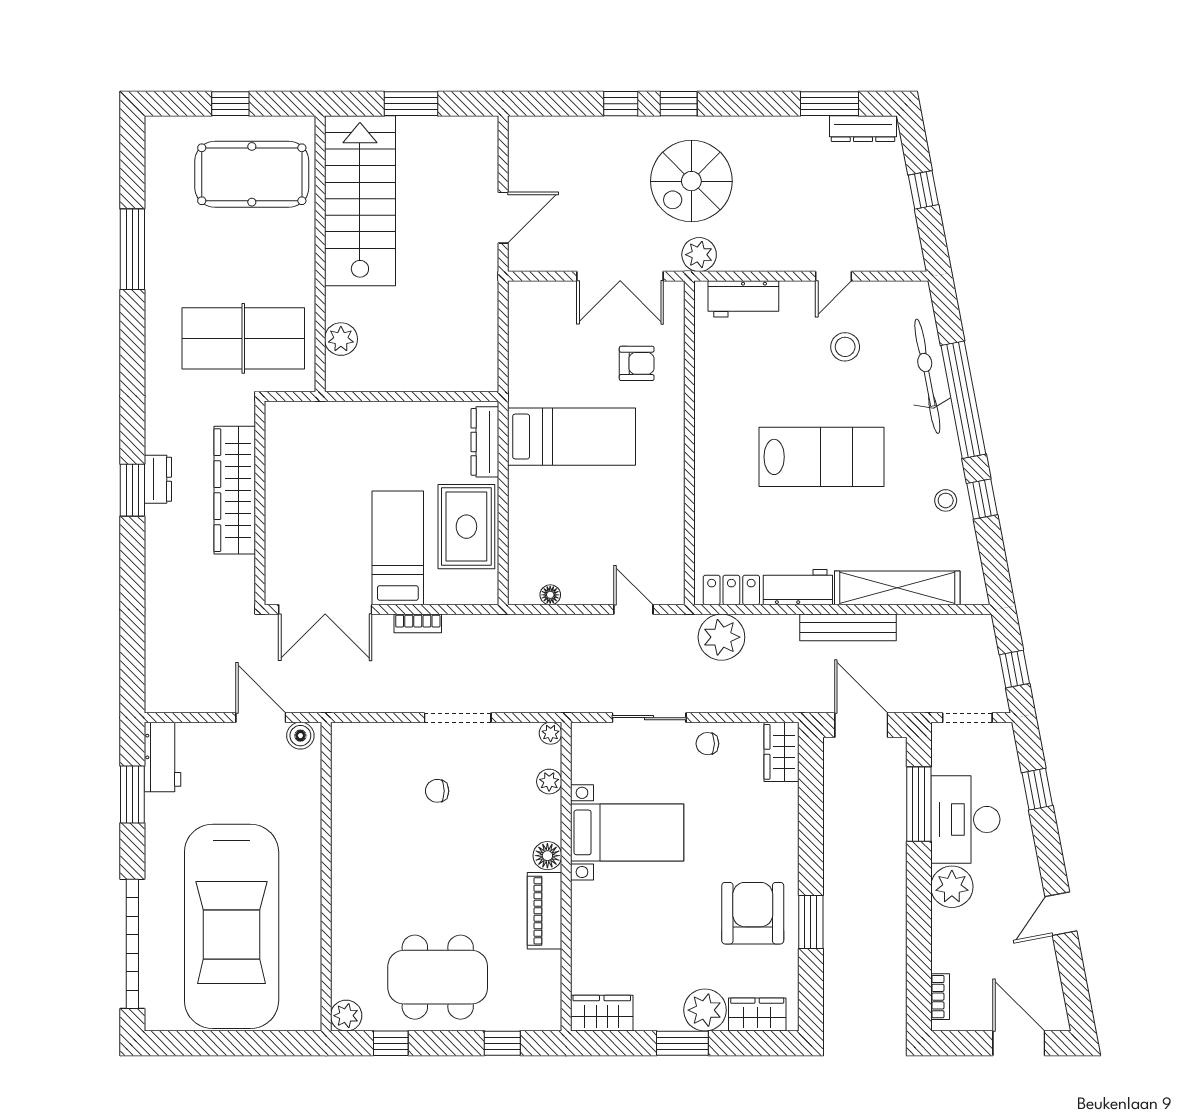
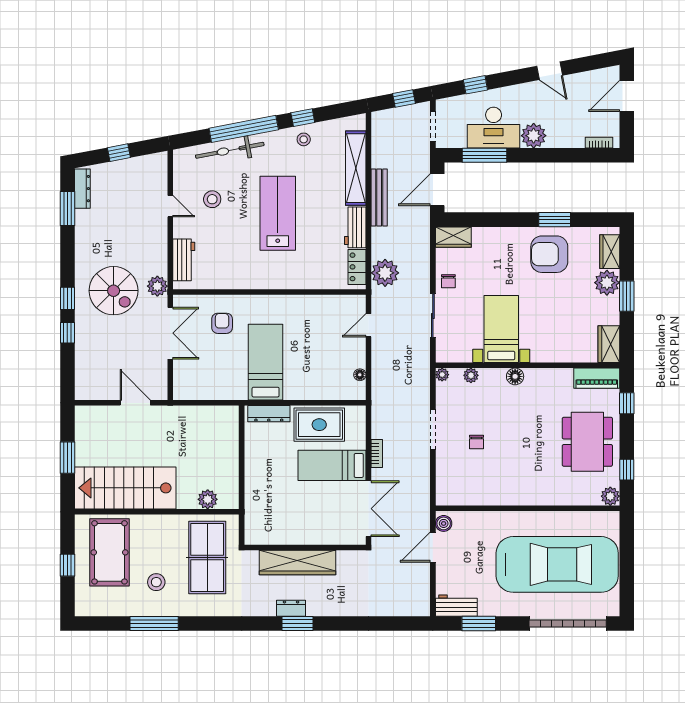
stool: (202, 253) -> (156, 582), added
piano: (544, 911) -> (597, 378), moved

